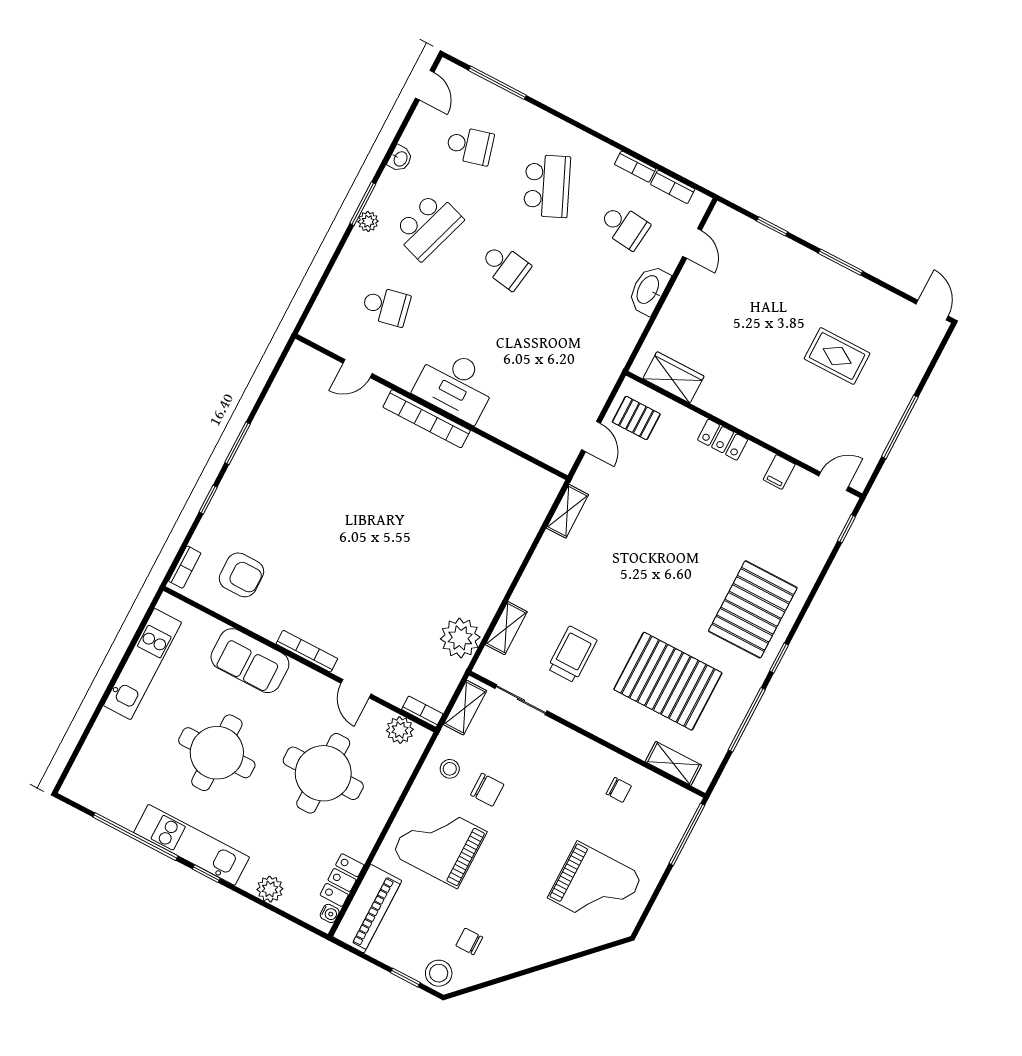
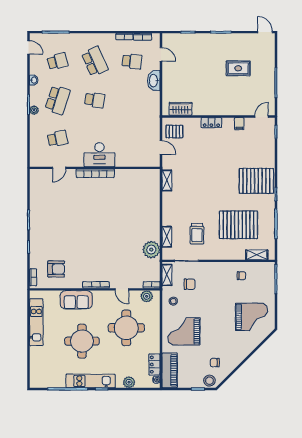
pallet: (753, 609) -> (256, 181), turned 90
trolley: (572, 654) -> (197, 234), turned 180
chair: (487, 790) -> (190, 284), moved

